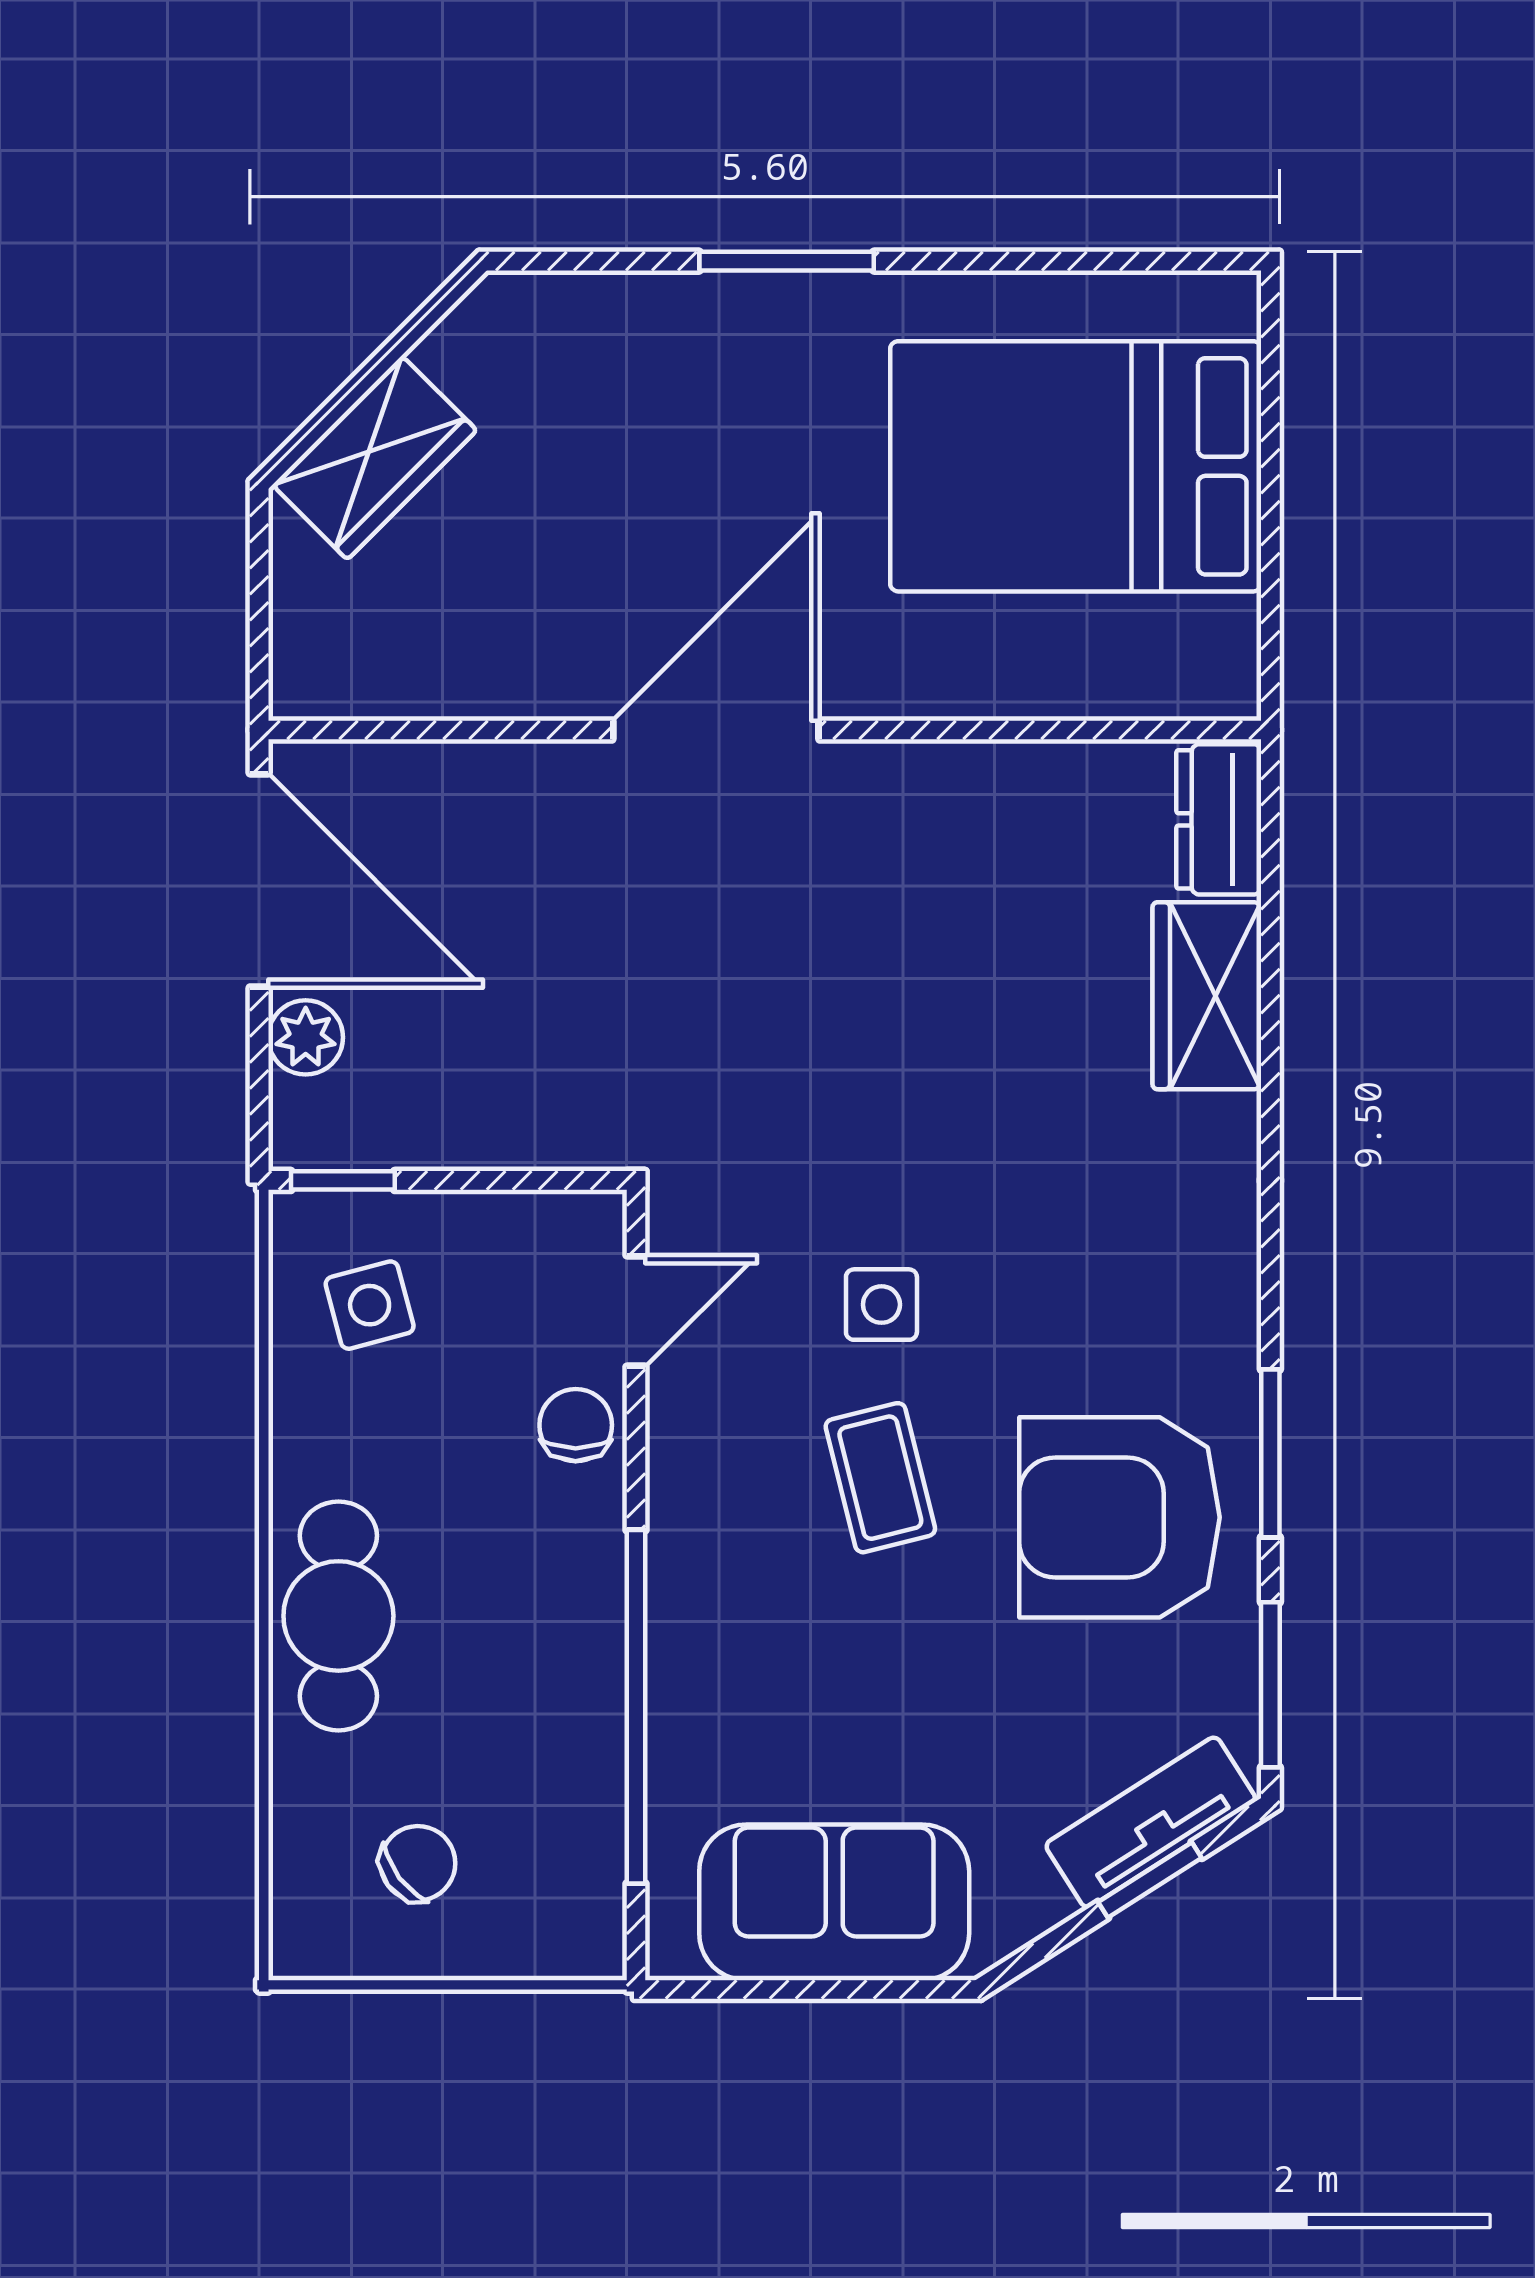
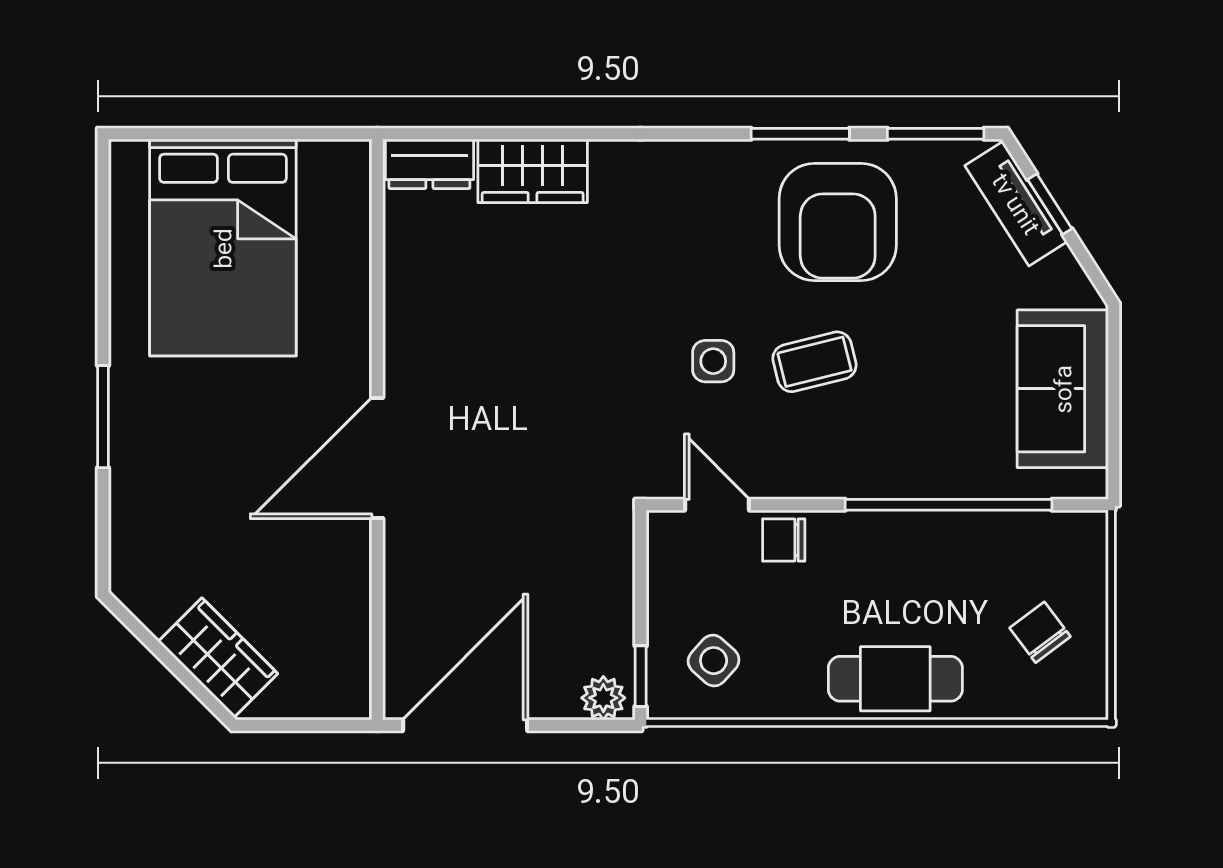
door: (716, 730) -> (377, 458), hinge flipped
plant: (306, 1037) -> (603, 698), moved
side table: (370, 1305) -> (714, 661), turned -33

